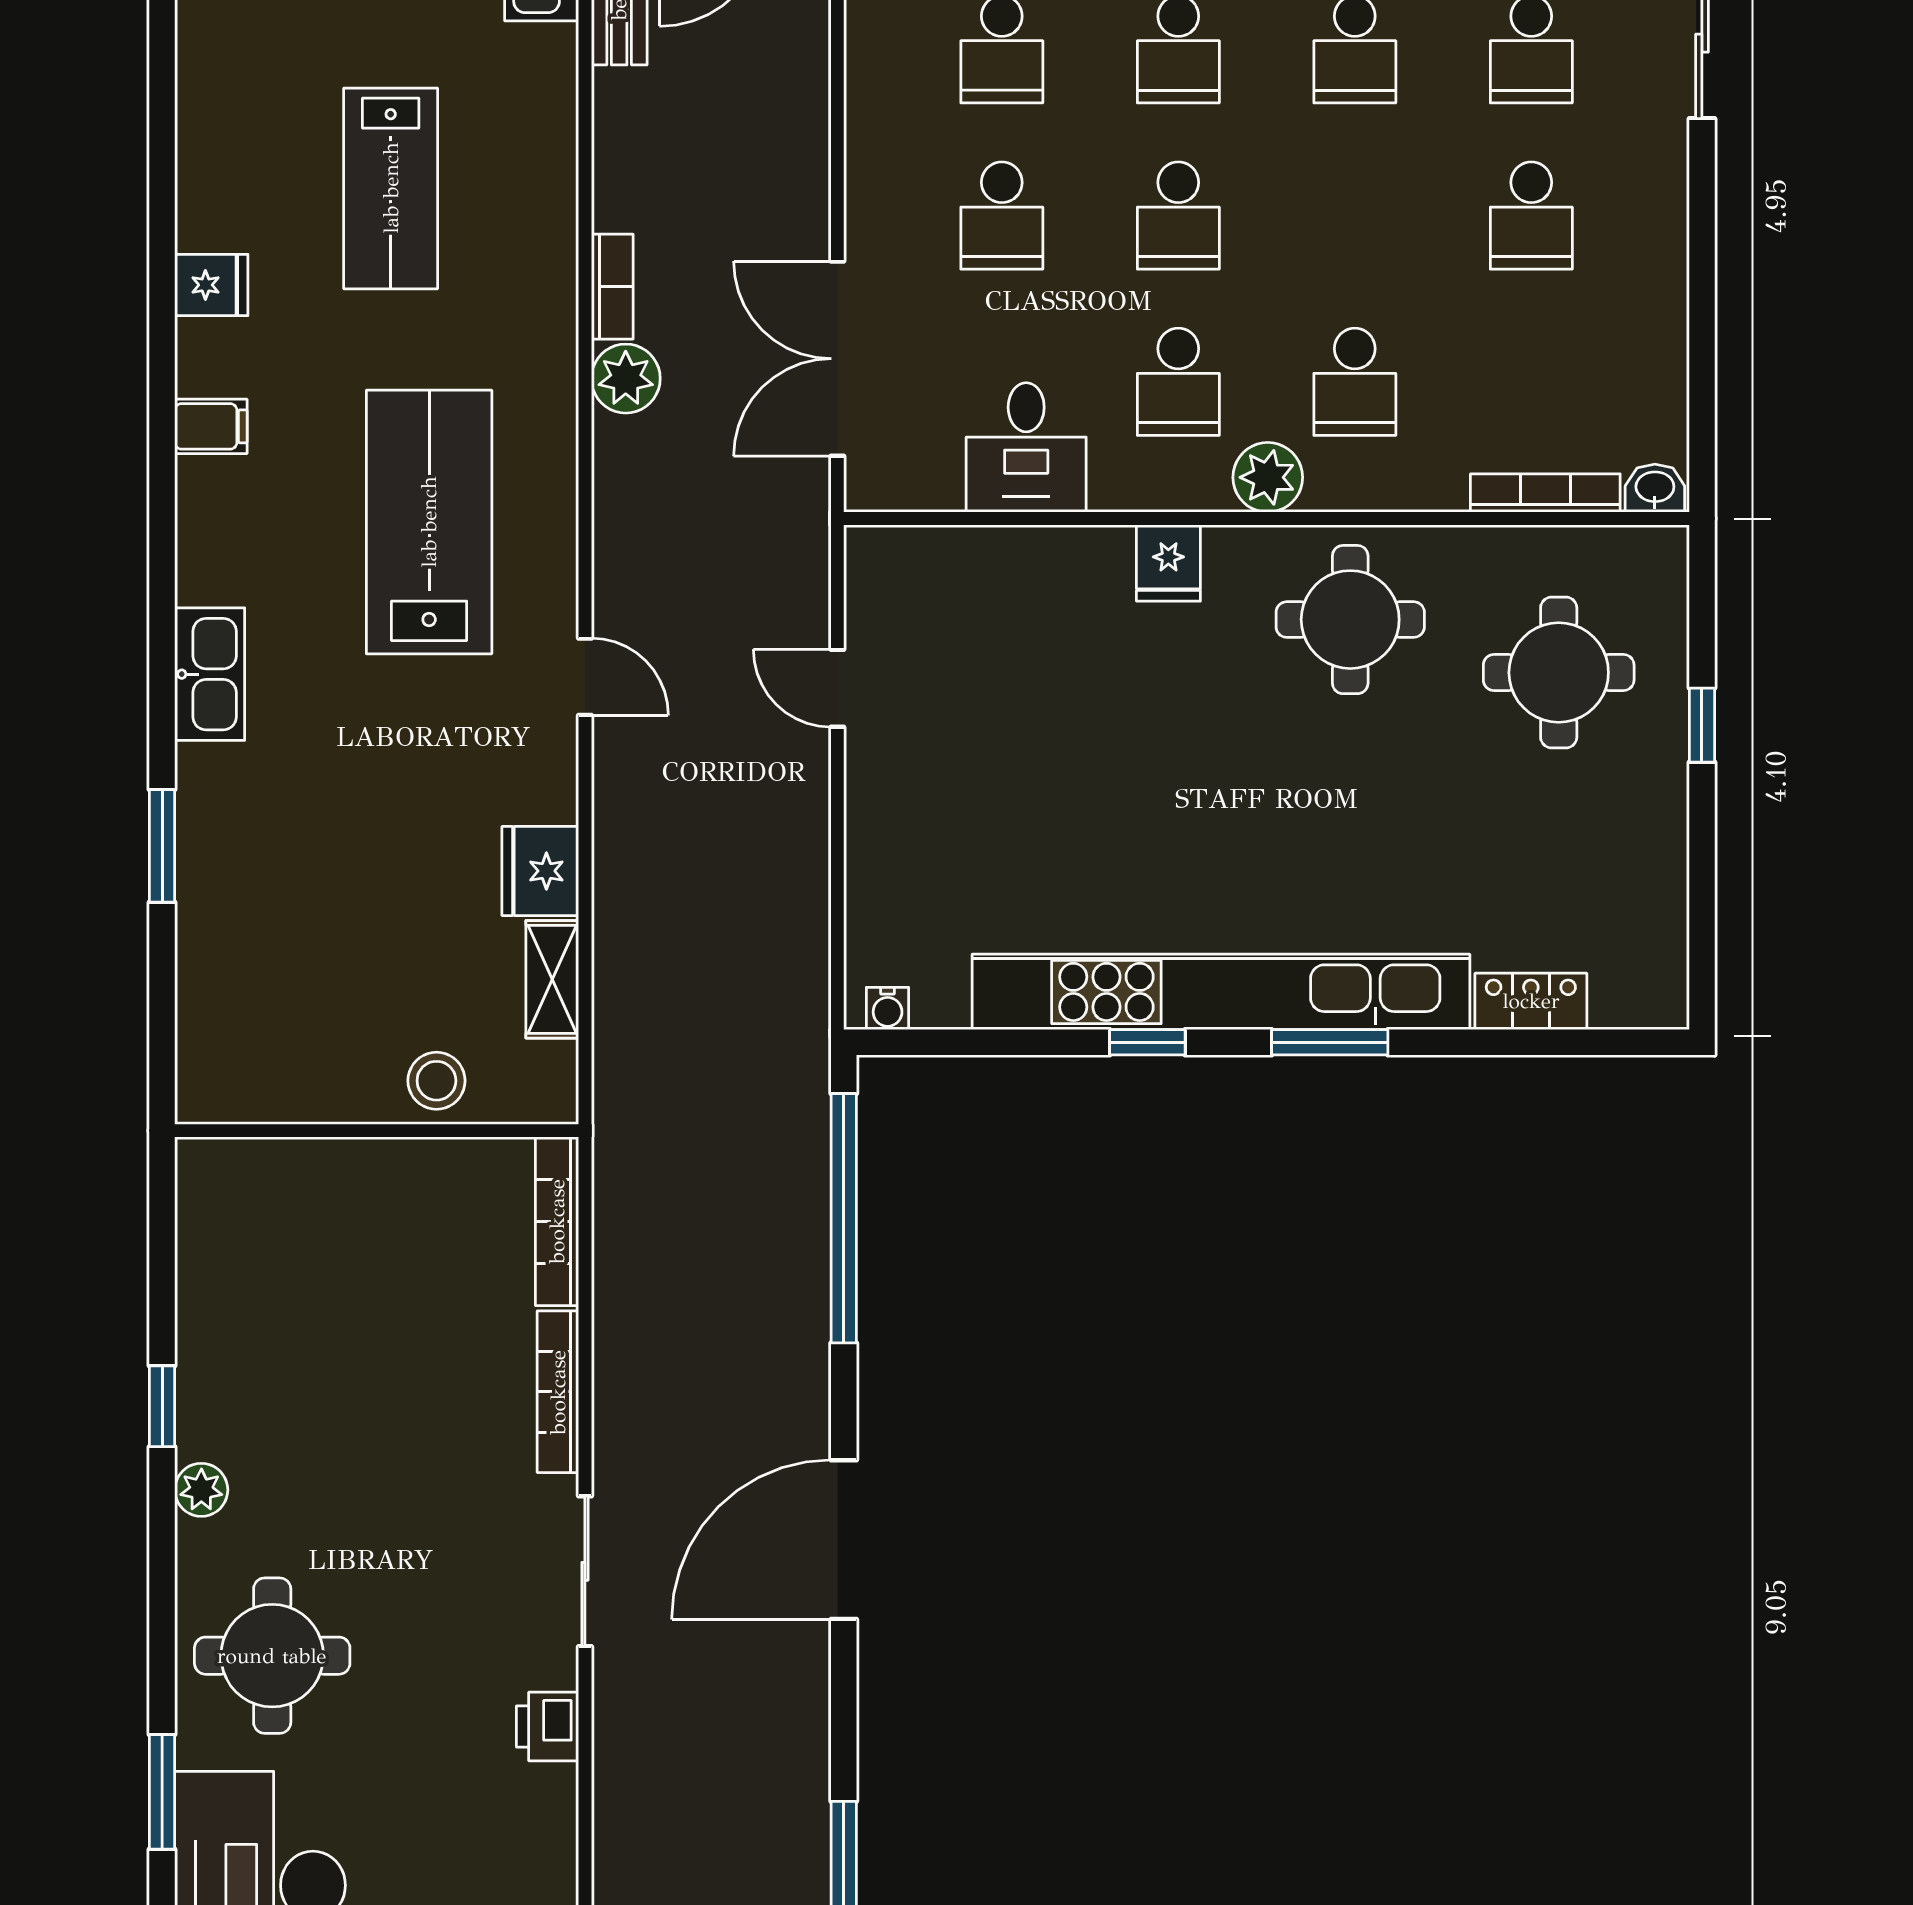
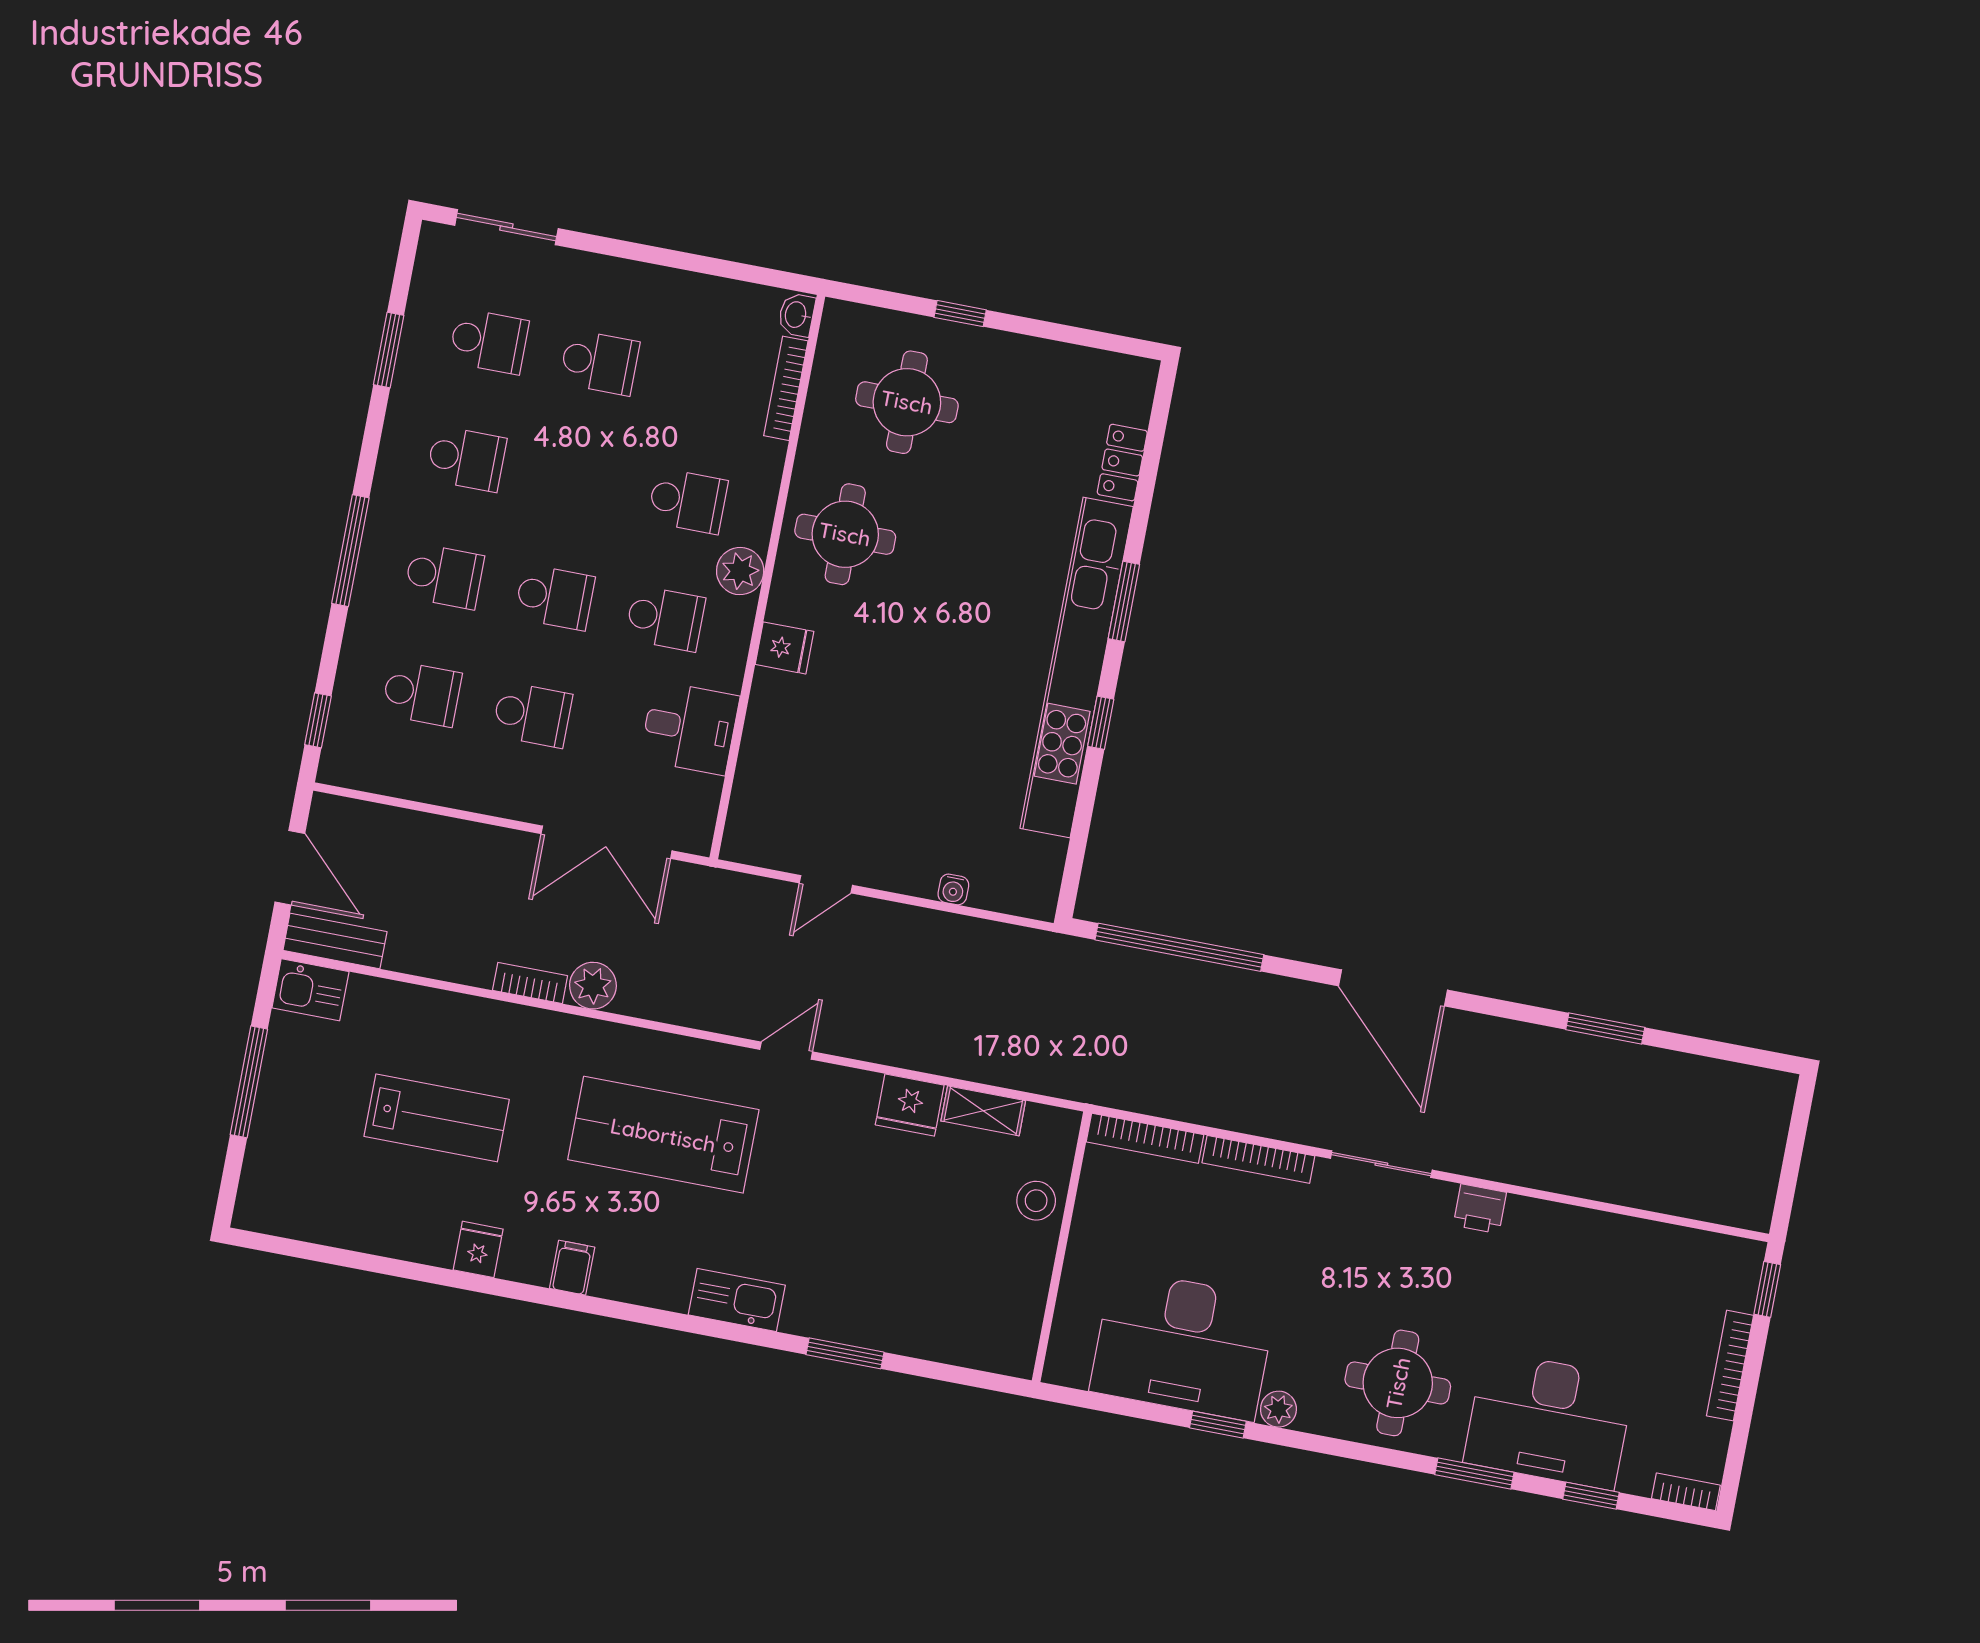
water cooler: (888, 1008) -> (953, 889), moved, turned 90
desk: (268, 1334) -> (1183, 1345), added

